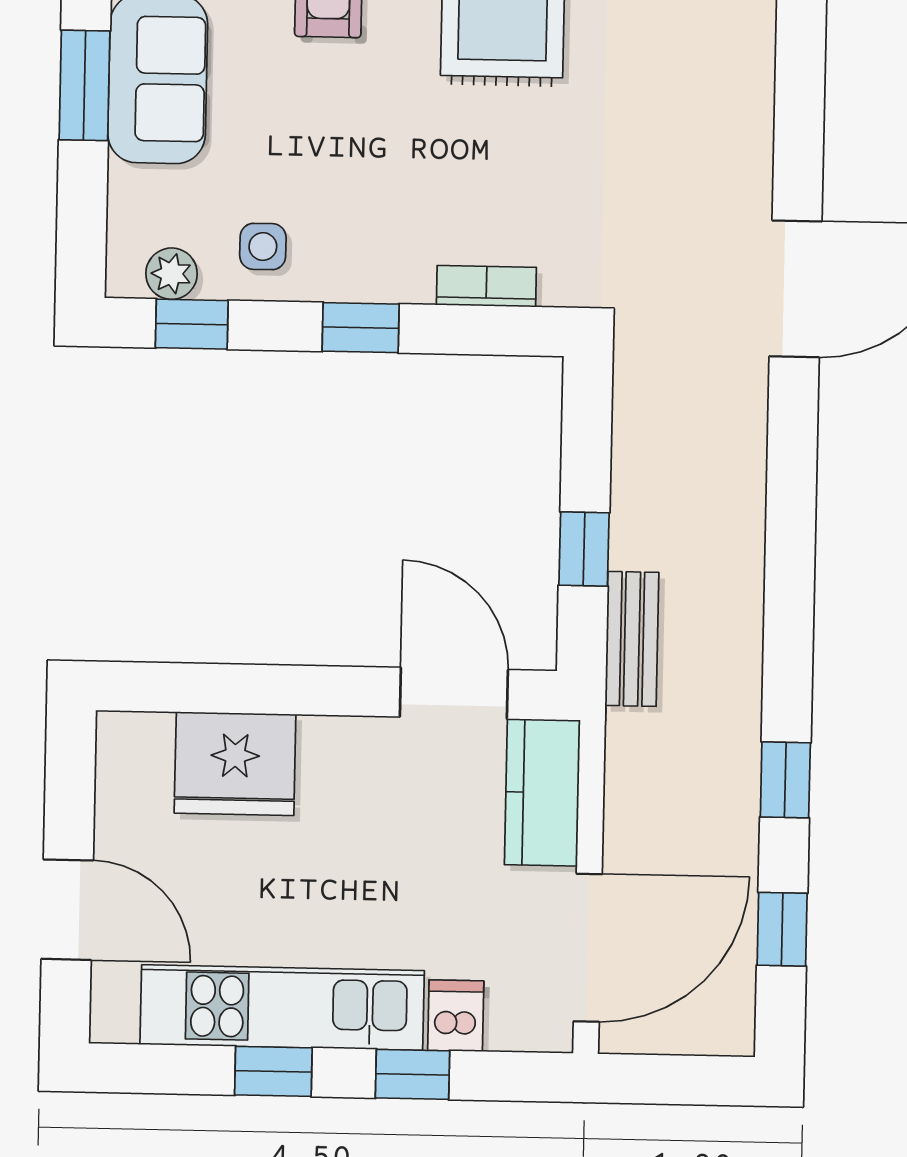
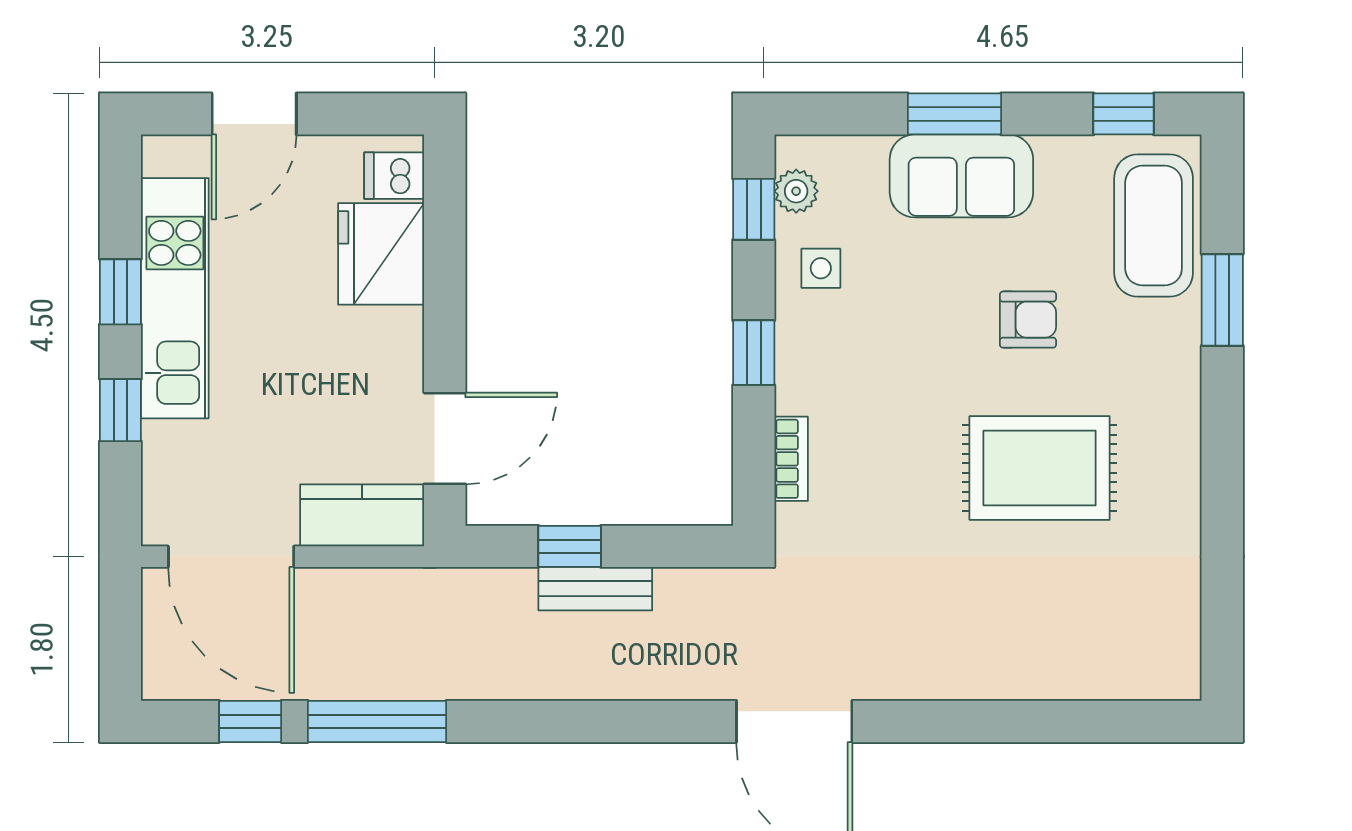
bench: (632, 639) -> (595, 589), moved
window: (785, 780) -> (377, 721), width x2.17
dishwasher: (456, 1016) -> (394, 176), moved, turned 180

